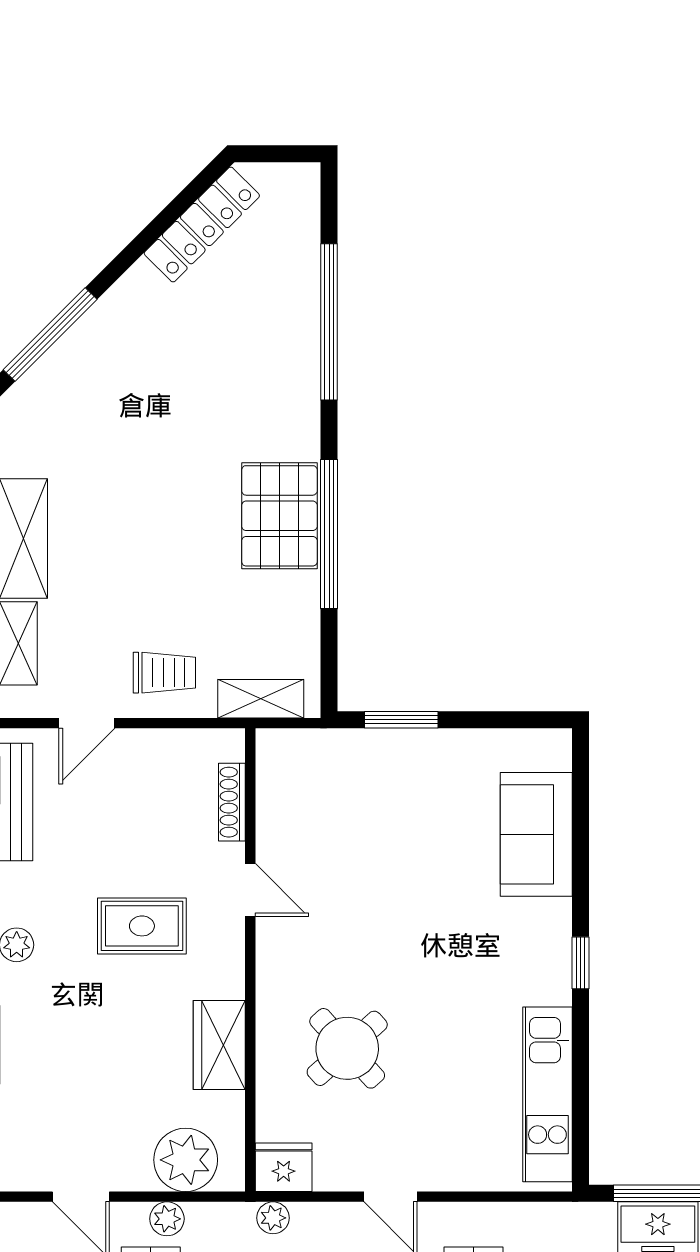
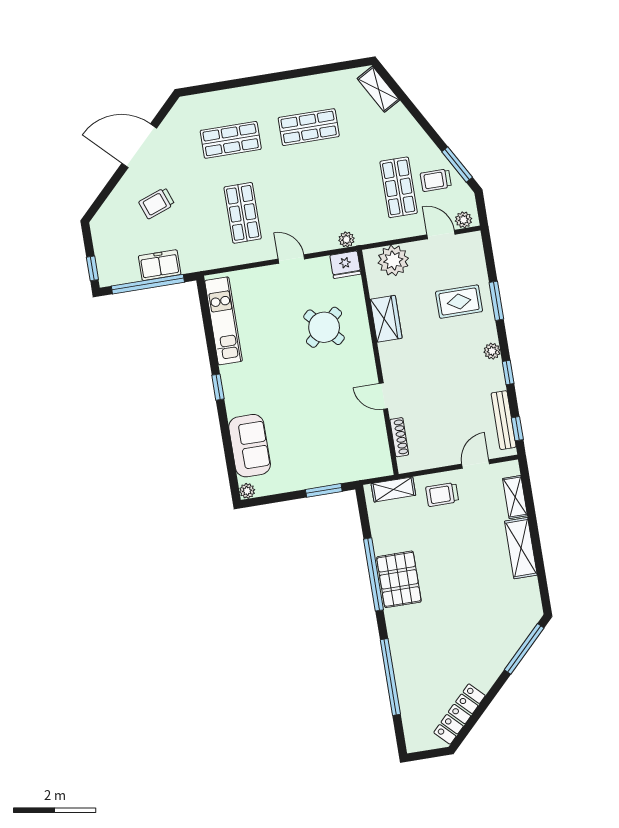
plant: (556, 744) -> (247, 491), added
rug: (142, 926) -> (459, 302), moved
plant: (167, 1219) -> (464, 220), moved

